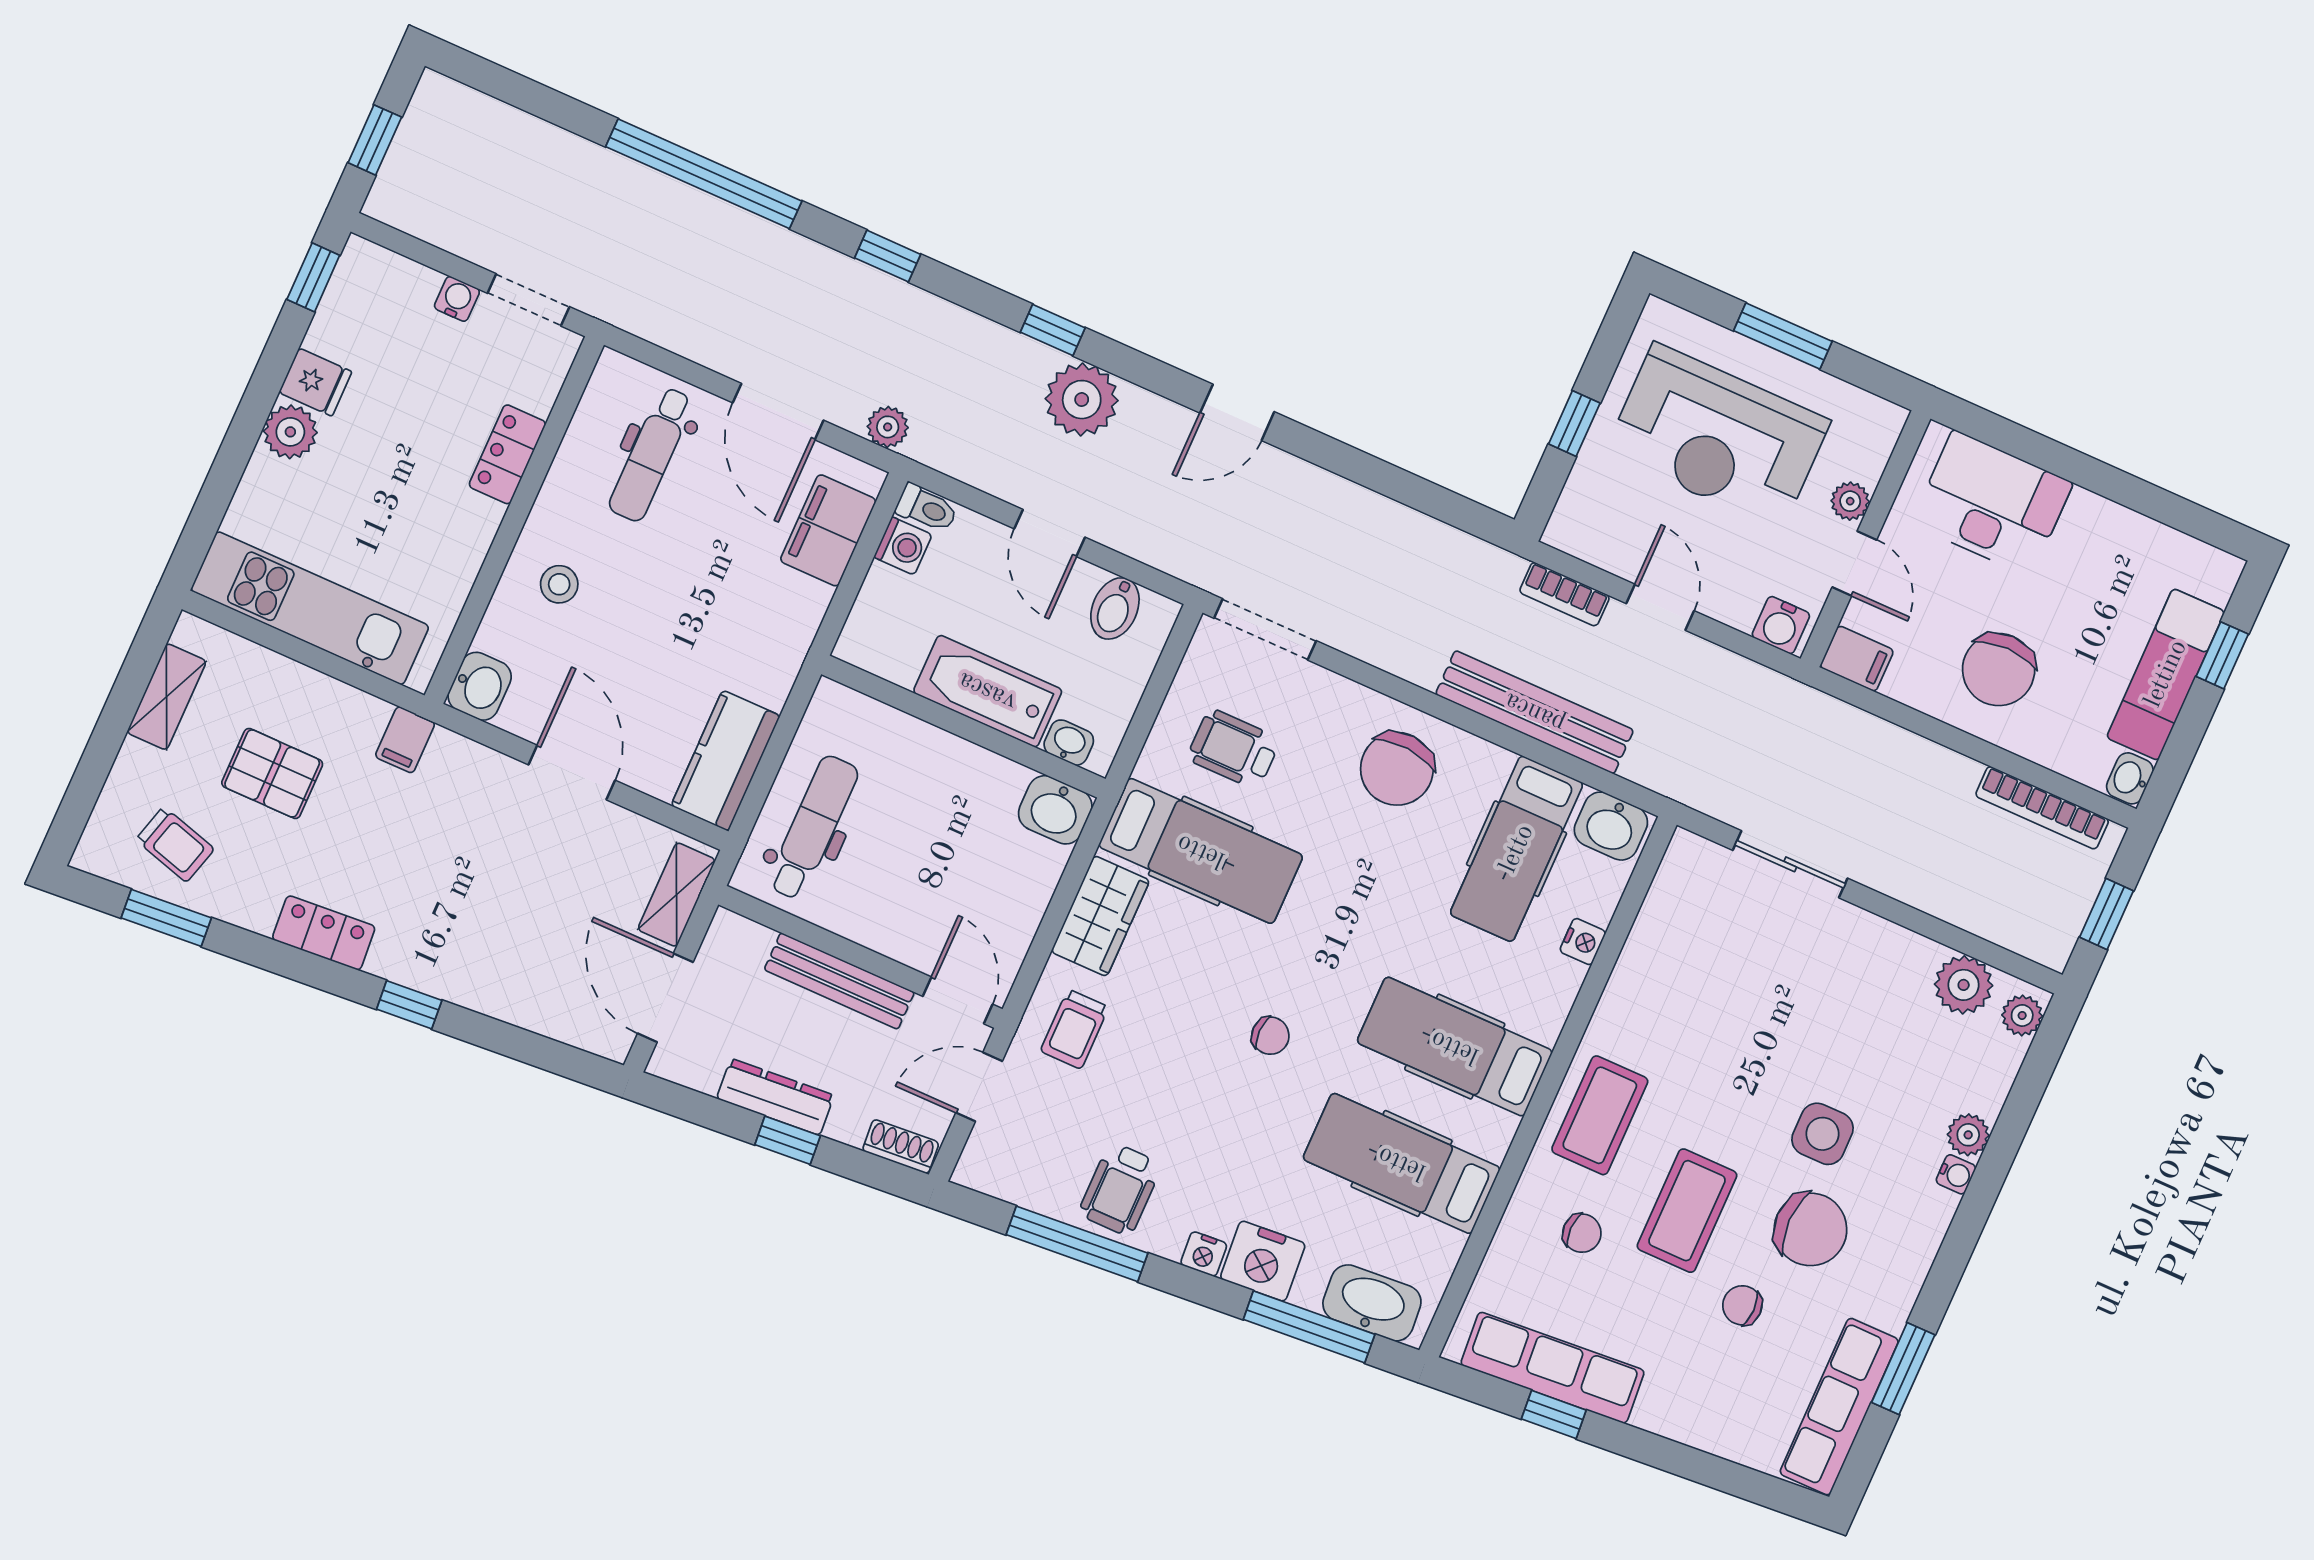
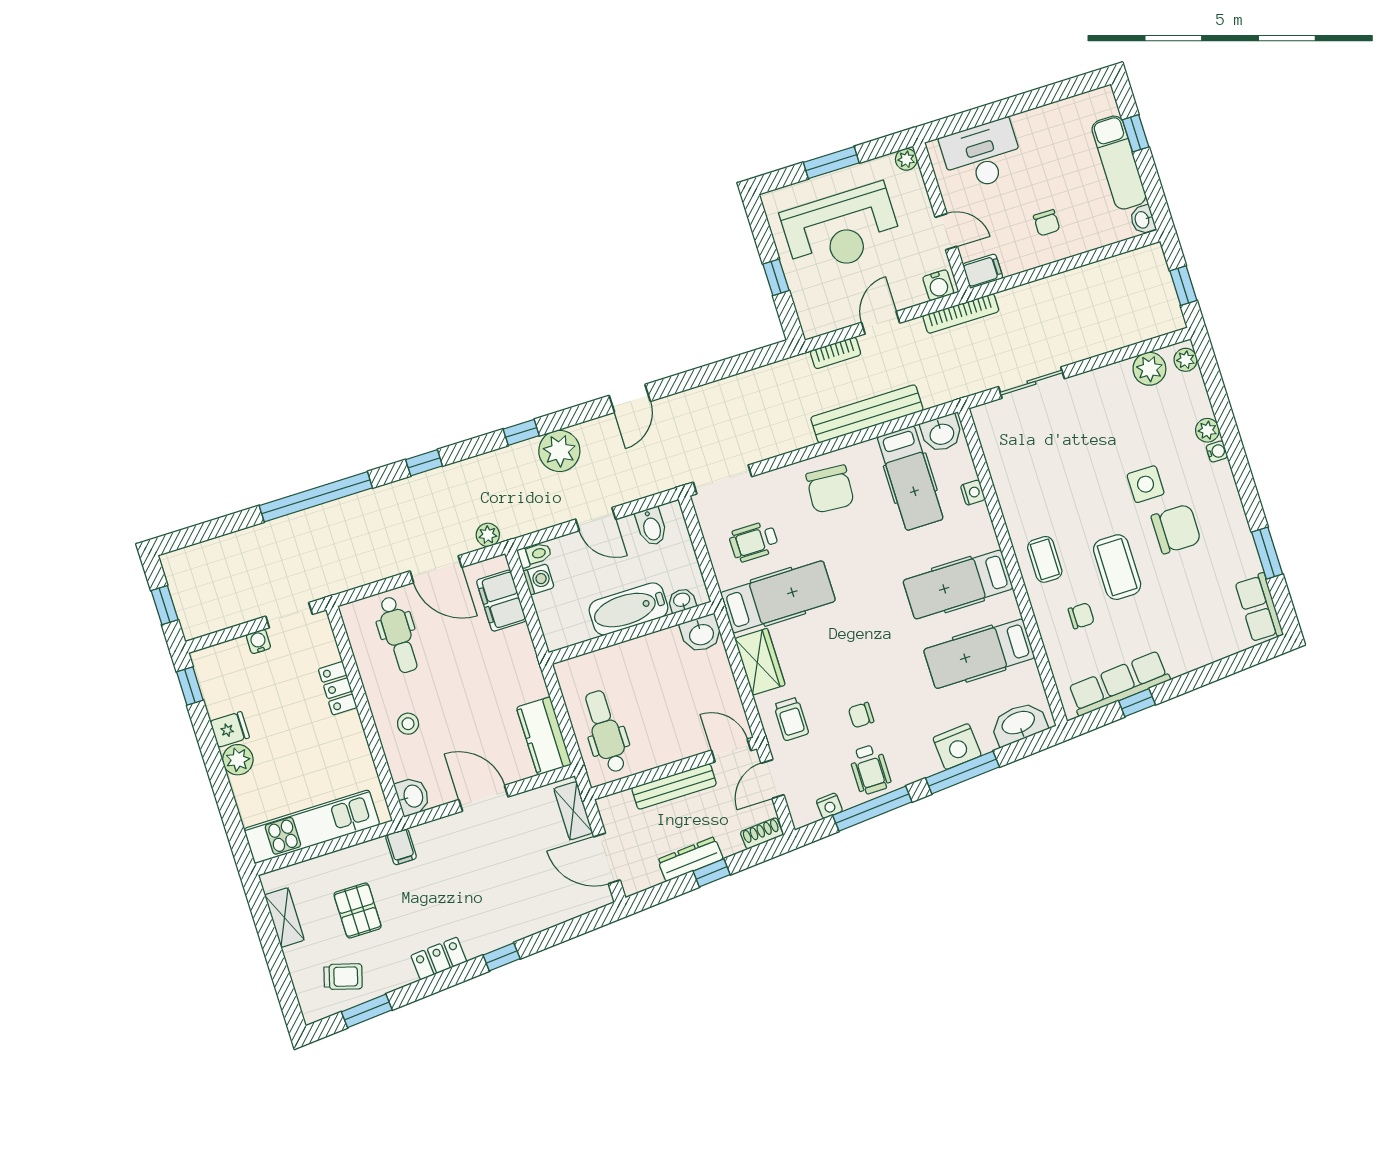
plant: (1850, 501) -> (906, 159), moved
door: (1660, 607) -> (881, 323), hinge flipped
chair: (1999, 670) -> (1047, 223), width x0.54, depth x0.54
pallet: (272, 773) -> (358, 911), turned 90
bookcase: (2042, 808) -> (961, 314), moved
chair: (1270, 1036) -> (861, 715), moved, turned 180
coffee table: (1600, 1115) -> (1045, 559), width x0.73, depth x0.77
nightstand: (1204, 1254) -> (829, 806), moved
chair: (1742, 1305) -> (1176, 586), removed
window: (1309, 1327) -> (962, 773), moved
row of seats: (1839, 1407) -> (1259, 608), width x0.68

